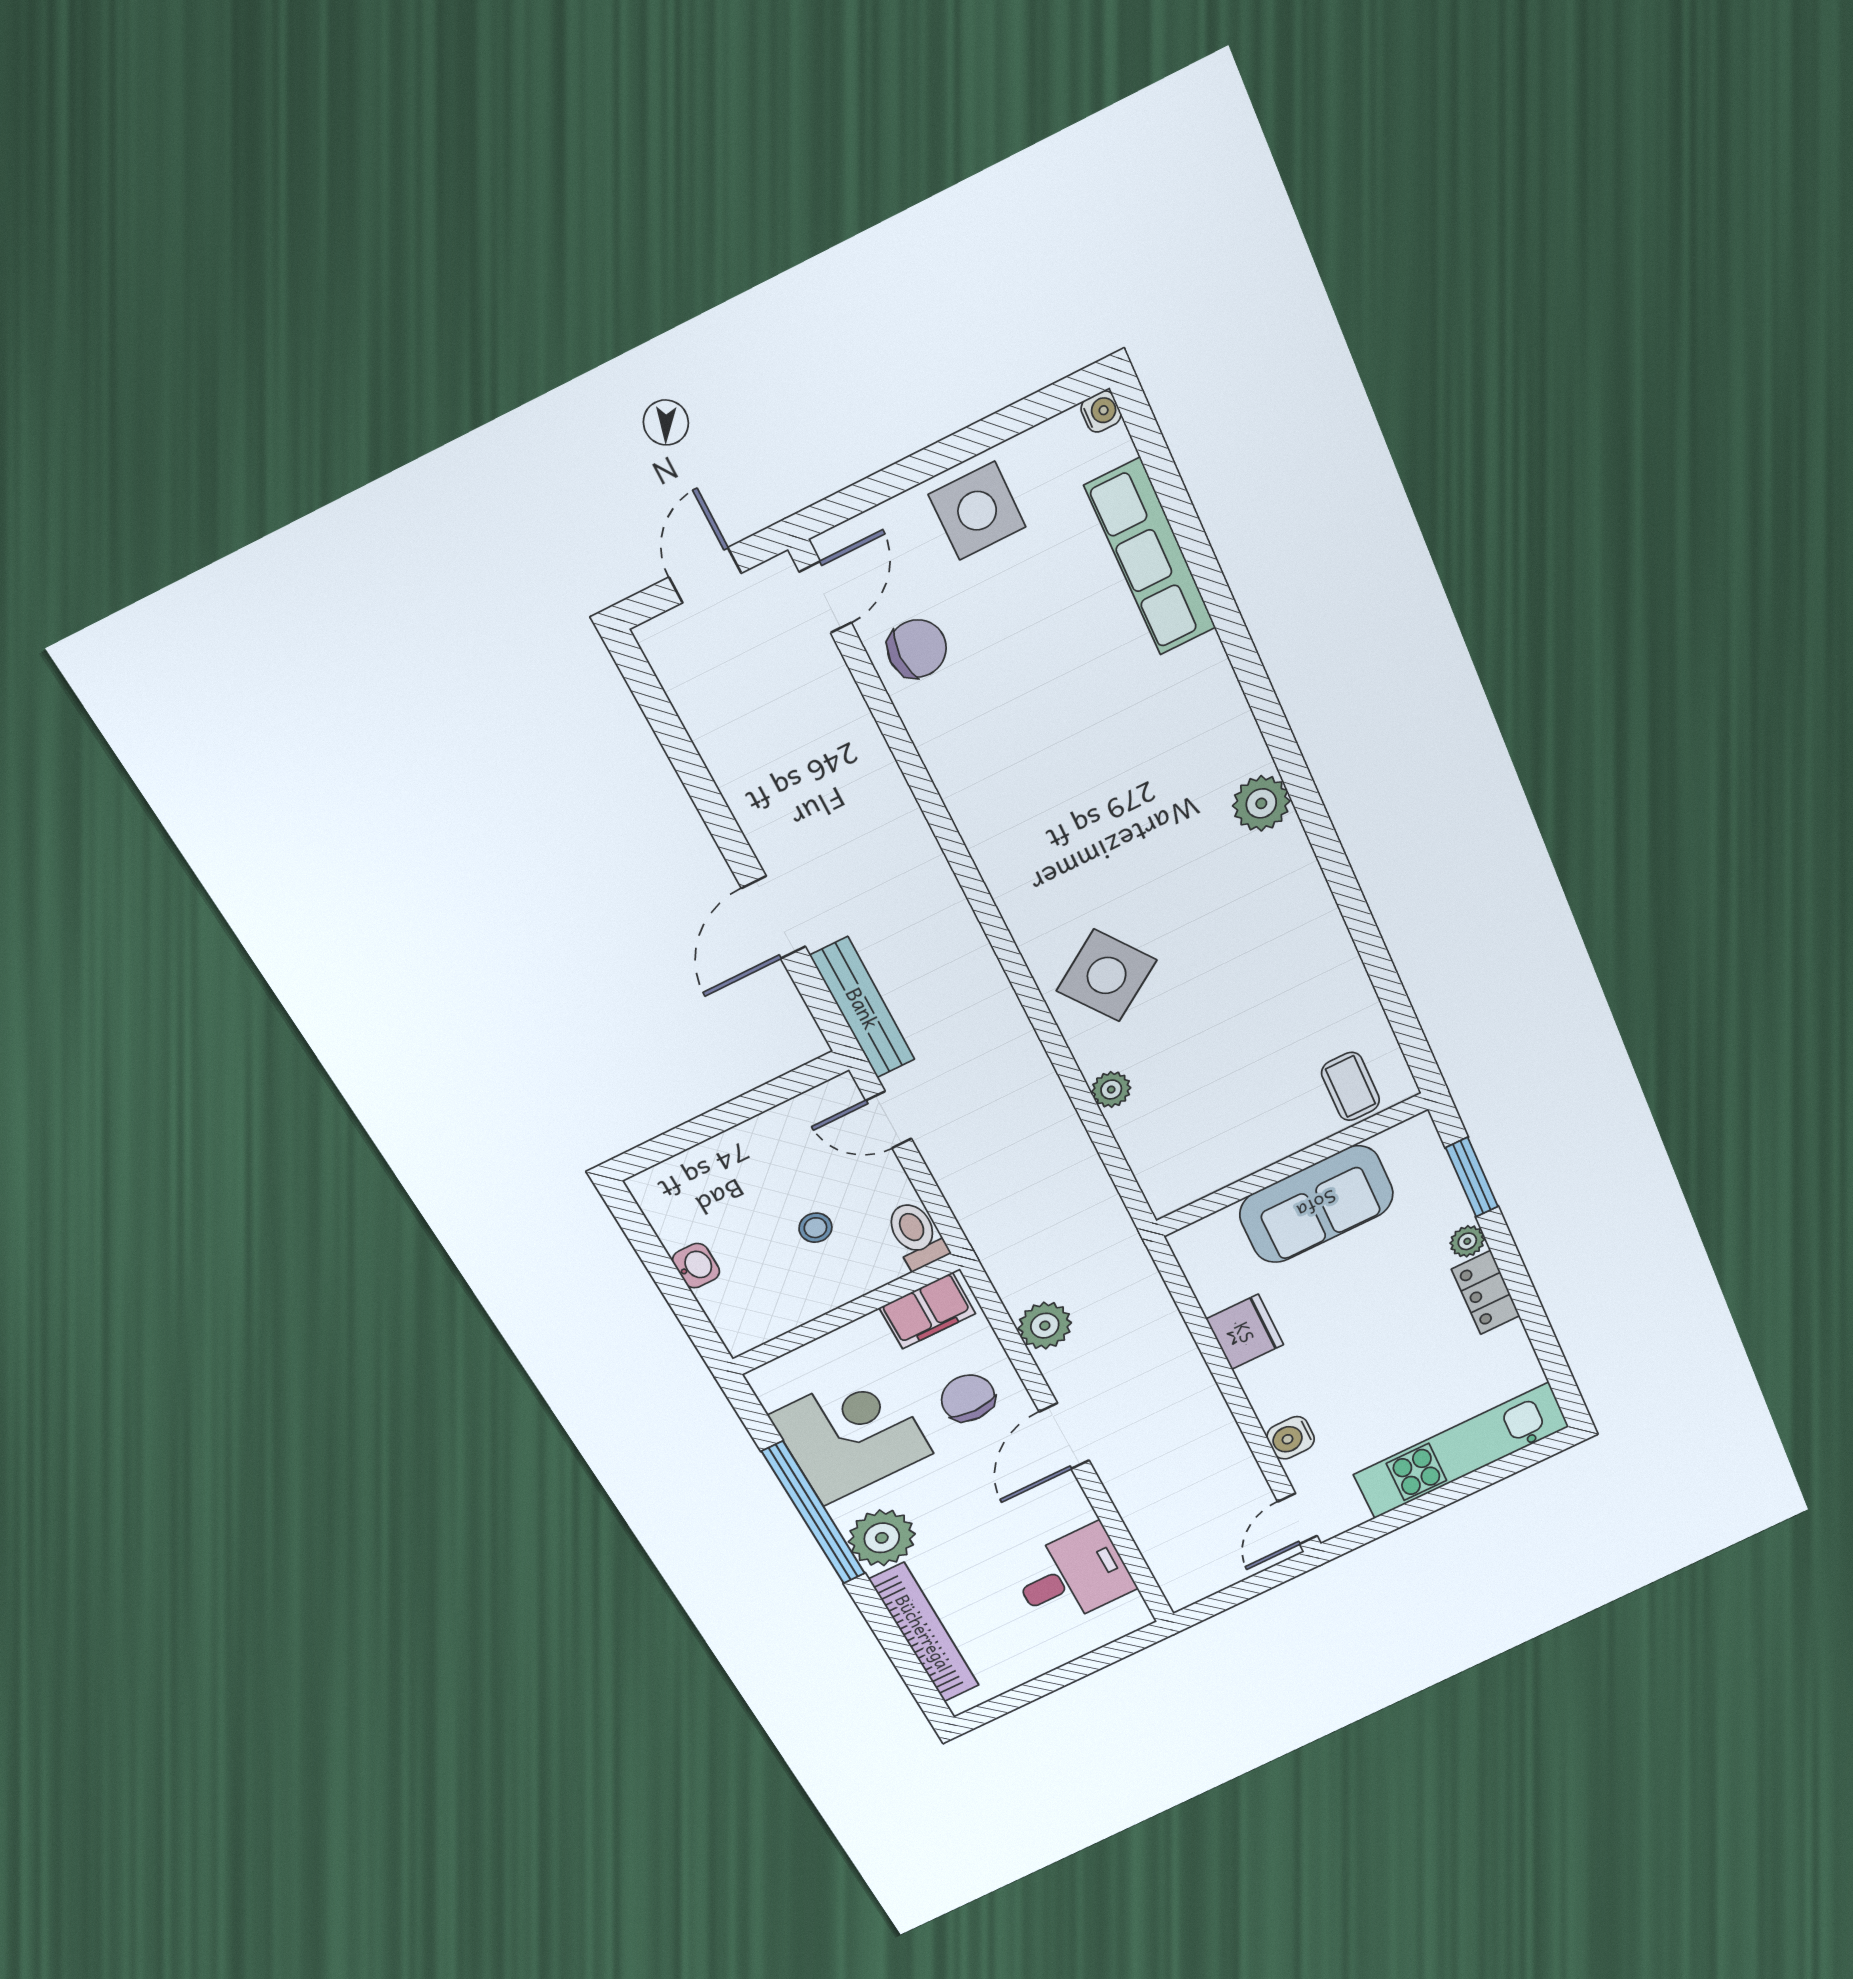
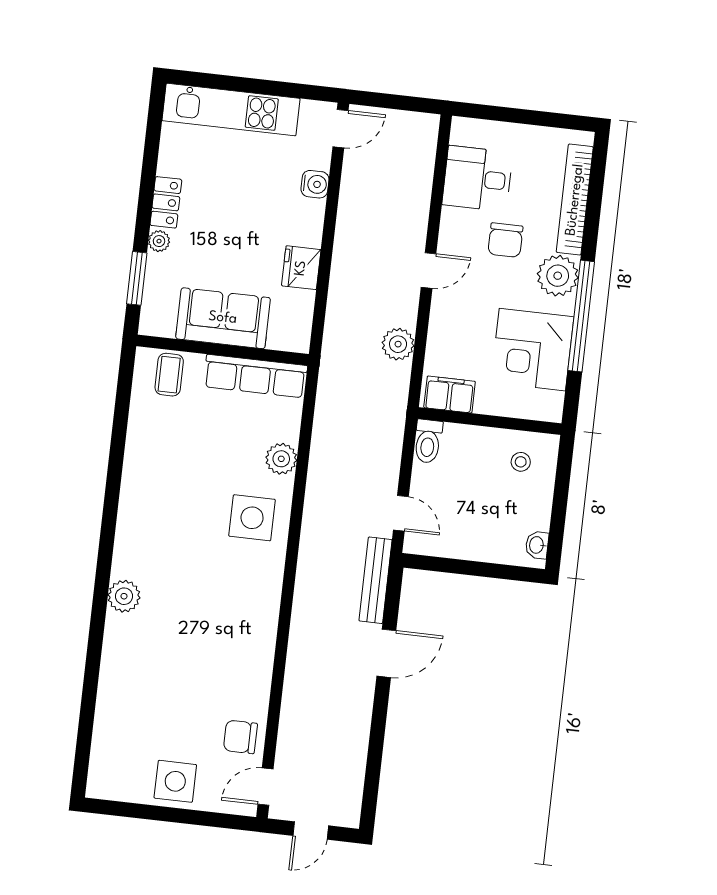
water cooler: (1101, 411) -> (95, 790), removed
row of seats: (1151, 557) -> (255, 376), moved, turned 90
plant: (1261, 803) -> (124, 596), moved
side table: (1107, 975) -> (252, 518), turned 35
plant: (1111, 1090) -> (281, 459), width x1.38, depth x1.38
stool: (815, 1228) -> (521, 462), moved
washbasin: (696, 1266) -> (537, 545), moved
chair: (968, 1398) -> (505, 240), moved
door: (1064, 1436) -> (429, 271), width x0.73

